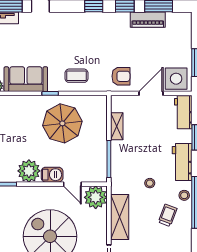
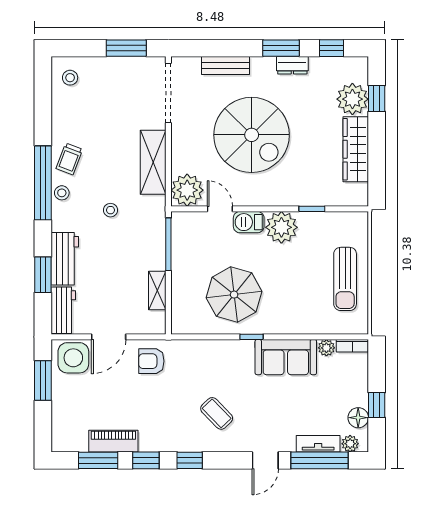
coffee table: (77, 76) -> (217, 413), moved, turned 46
workbench: (182, 162) -> (65, 259), moved
trolley: (168, 215) -> (69, 159), moved

